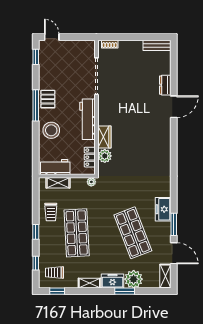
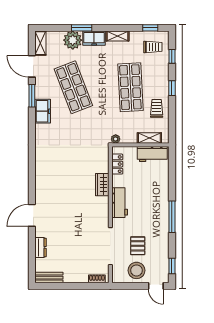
dresser: (165, 85) -> (41, 247), moved
pallet: (48, 99) -> (138, 246), moved
workbench: (87, 119) -> (120, 203), width x0.73
stool: (51, 130) -> (136, 270), moved
plant: (105, 156) -> (102, 165), removed

